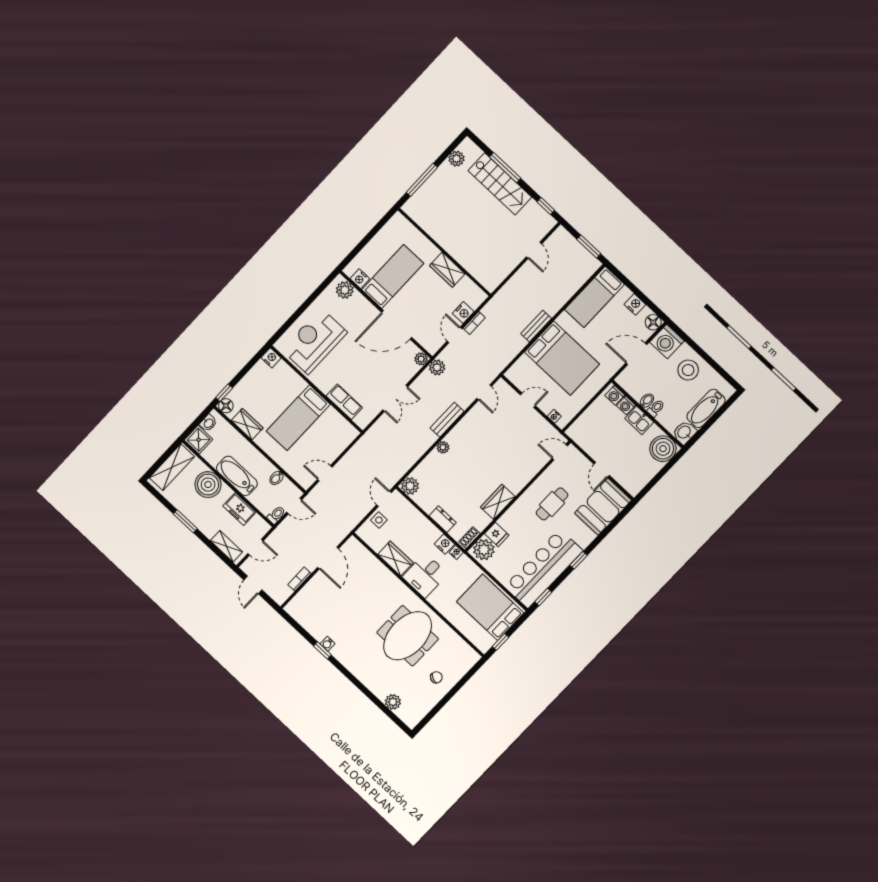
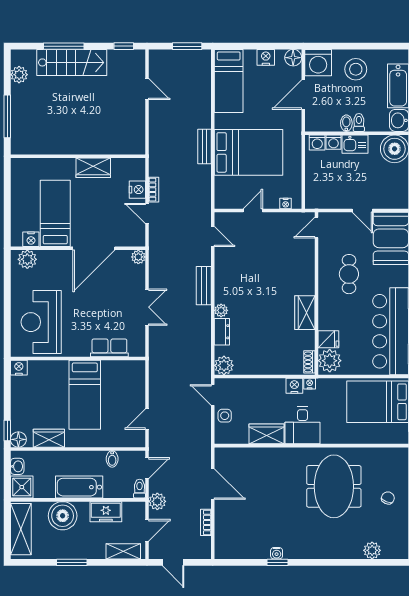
plant: (437, 367) -> (157, 501), moved
dresser: (443, 519) -> (222, 332), moved, turned 90

